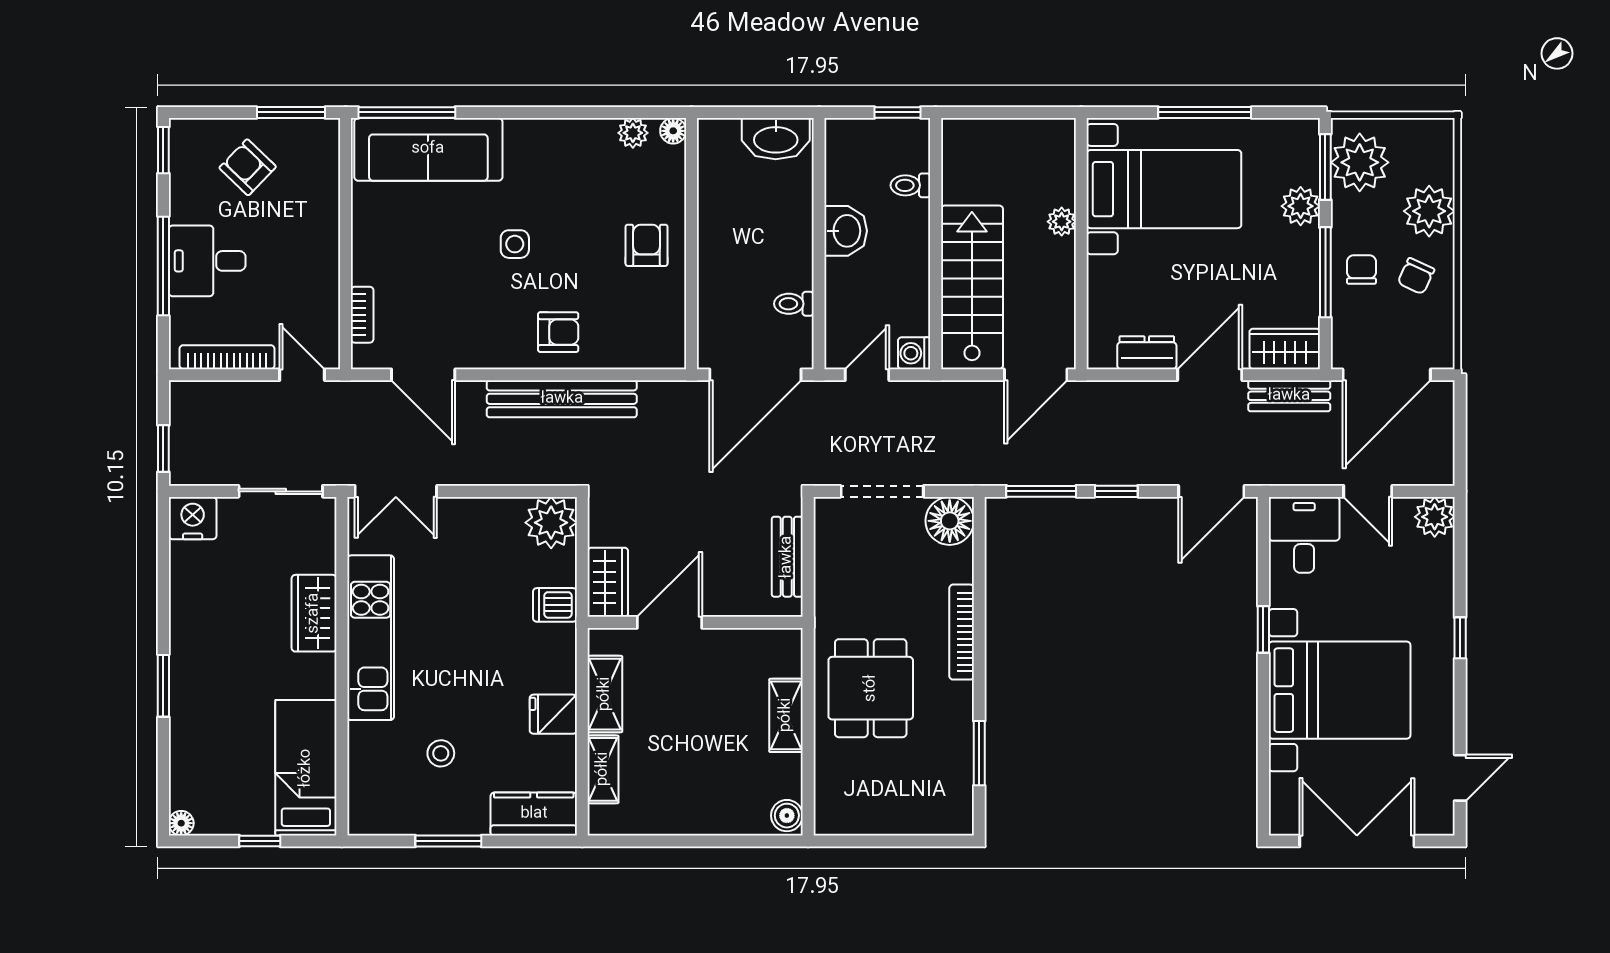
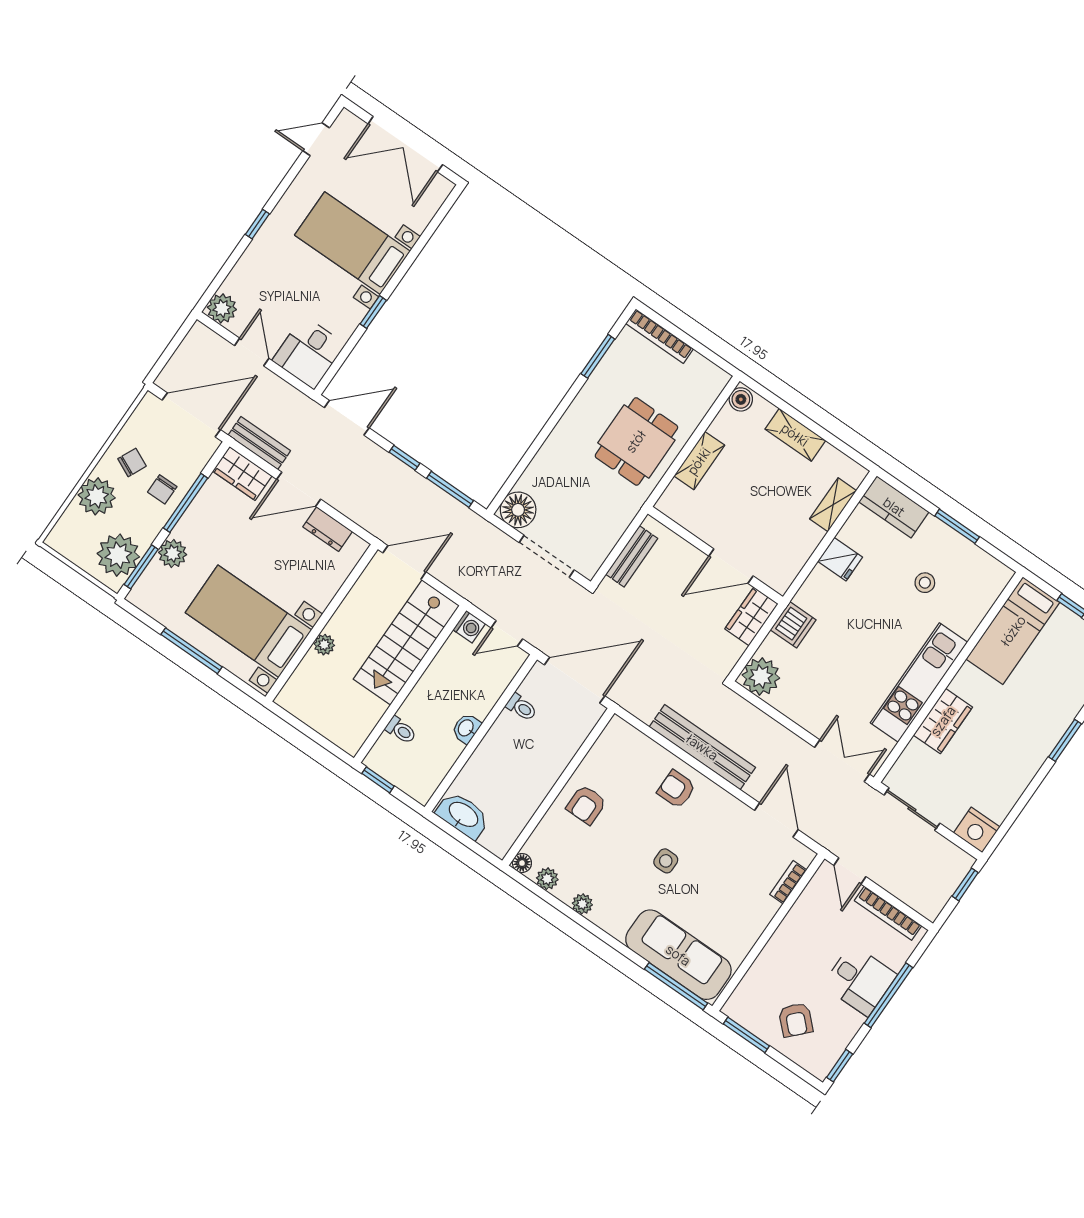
plant: (574, 132) -> (582, 904), added
washbasin: (846, 231) -> (466, 728), width x0.72, depth x0.69
dishwasher: (555, 605) -> (793, 625), width x1.38
bookcase: (962, 632) -> (660, 336), moved, turned 90
bed with nightstands: (1340, 690) -> (352, 243), width x0.73
shelving: (605, 694) -> (795, 435), moved, turned 90

